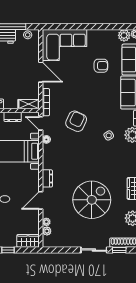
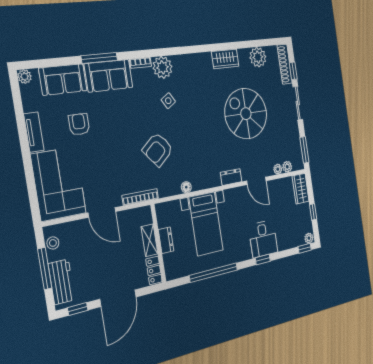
tv unit: (100, 34) -> (34, 132), added
plant: (124, 35) -> (30, 94), removed
door: (41, 72) -> (102, 212), swing flipped
shelving: (29, 104) -> (149, 240), moved
armchair: (76, 121) -> (158, 149), turned -65
door: (41, 123) -> (168, 199), removed
window: (57, 250) -> (304, 150), added

